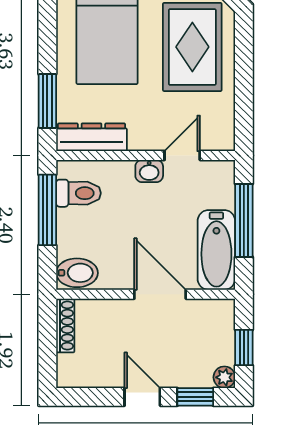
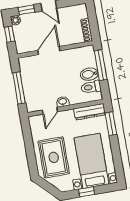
window: (47, 210) -> (101, 65), moved
bathtub: (216, 250) -> (28, 73), removed
bidet: (77, 273) -> (89, 74), moved
door: (160, 294) -> (49, 51), swing flipped

